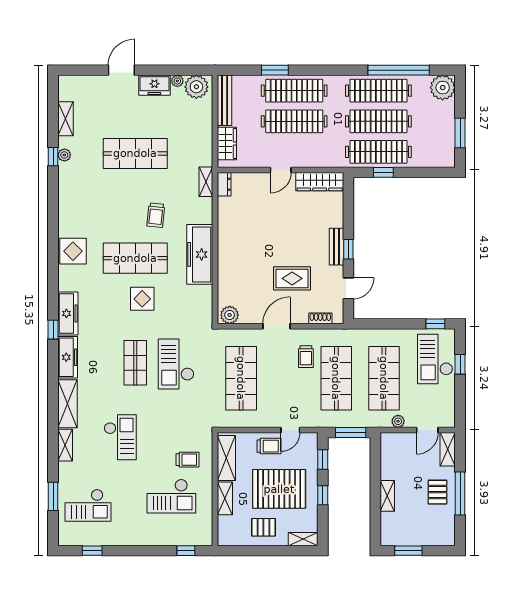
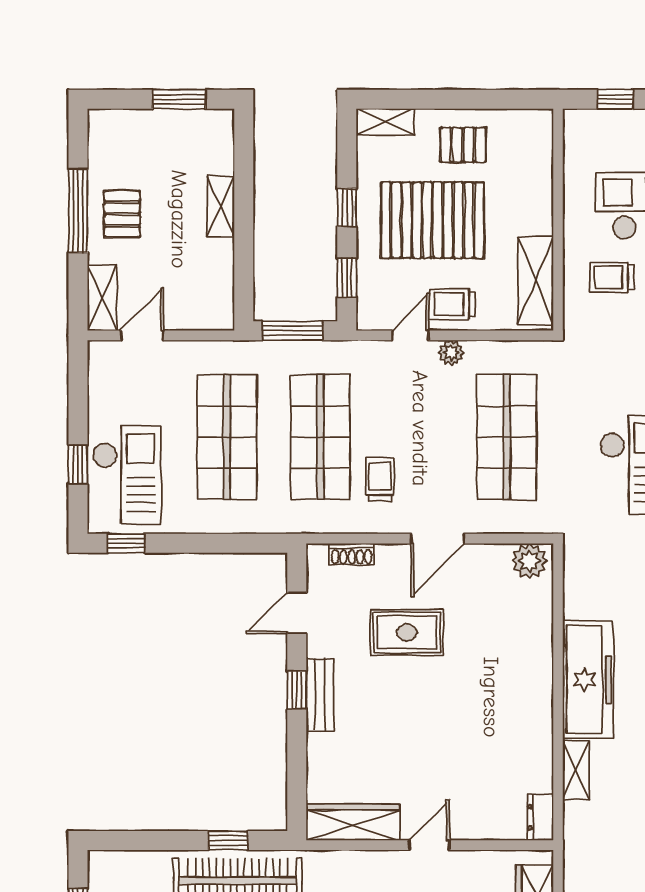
shelving: (206, 182) -> (576, 770), moved
plant: (398, 421) -> (451, 353), moved
shelving: (225, 498) -> (539, 202), removed

